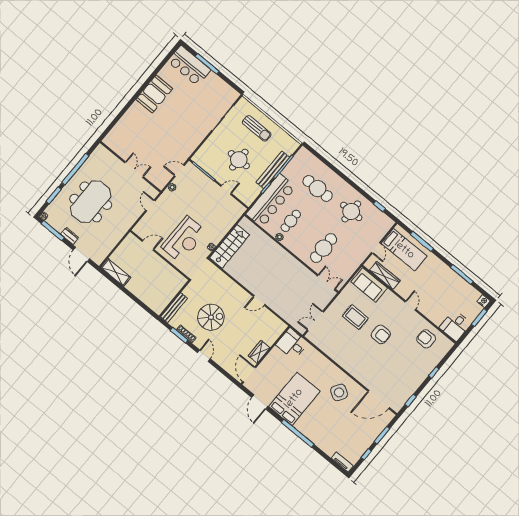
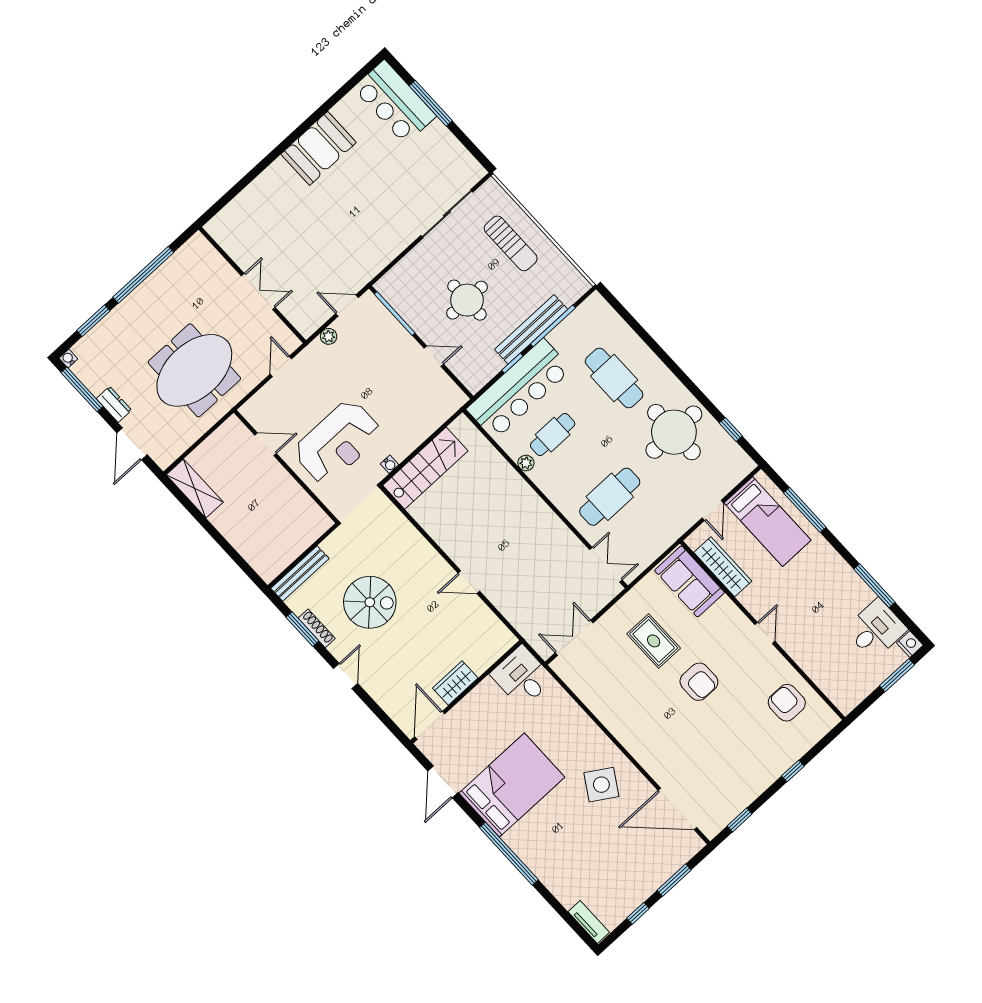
meeting table: (91, 202) -> (194, 370), moved
round table: (351, 211) -> (674, 432), width x1.36, depth x1.36
desk: (455, 326) -> (876, 629), moved, turned 180

